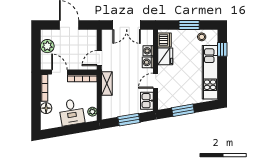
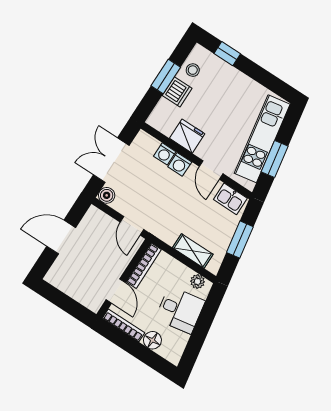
double door: (127, 25) -> (111, 160), swing flipped
boiler: (107, 35) -> (107, 195), added
dishwasher: (164, 40) -> (177, 92), moved, turned 90
plant: (47, 46) -> (70, 285), removed
door: (59, 72) -> (116, 291), swing flipped
kitchen unit: (210, 72) -> (262, 139), moved, turned 80
shelving: (107, 83) -> (193, 251), moved

